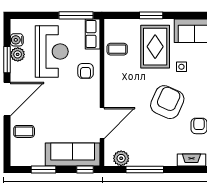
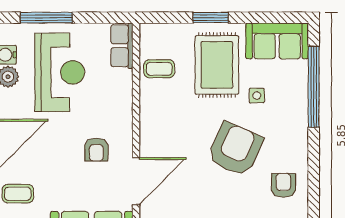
window: (76, 15) -> (46, 18), moved
armchair: (86, 71) -> (96, 150), moved

